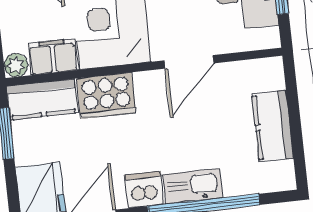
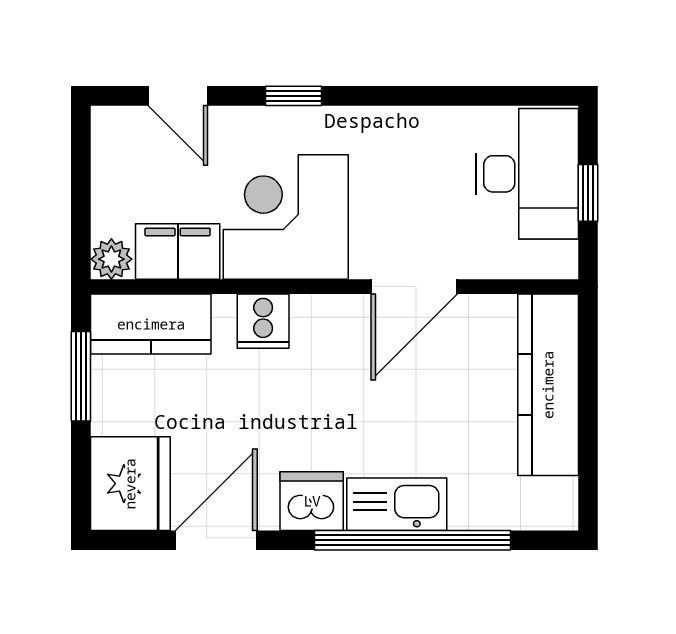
cooker: (106, 96) -> (263, 321), width x0.53, depth x0.76
kitchen counter: (273, 126) -> (548, 385), width x1.50

